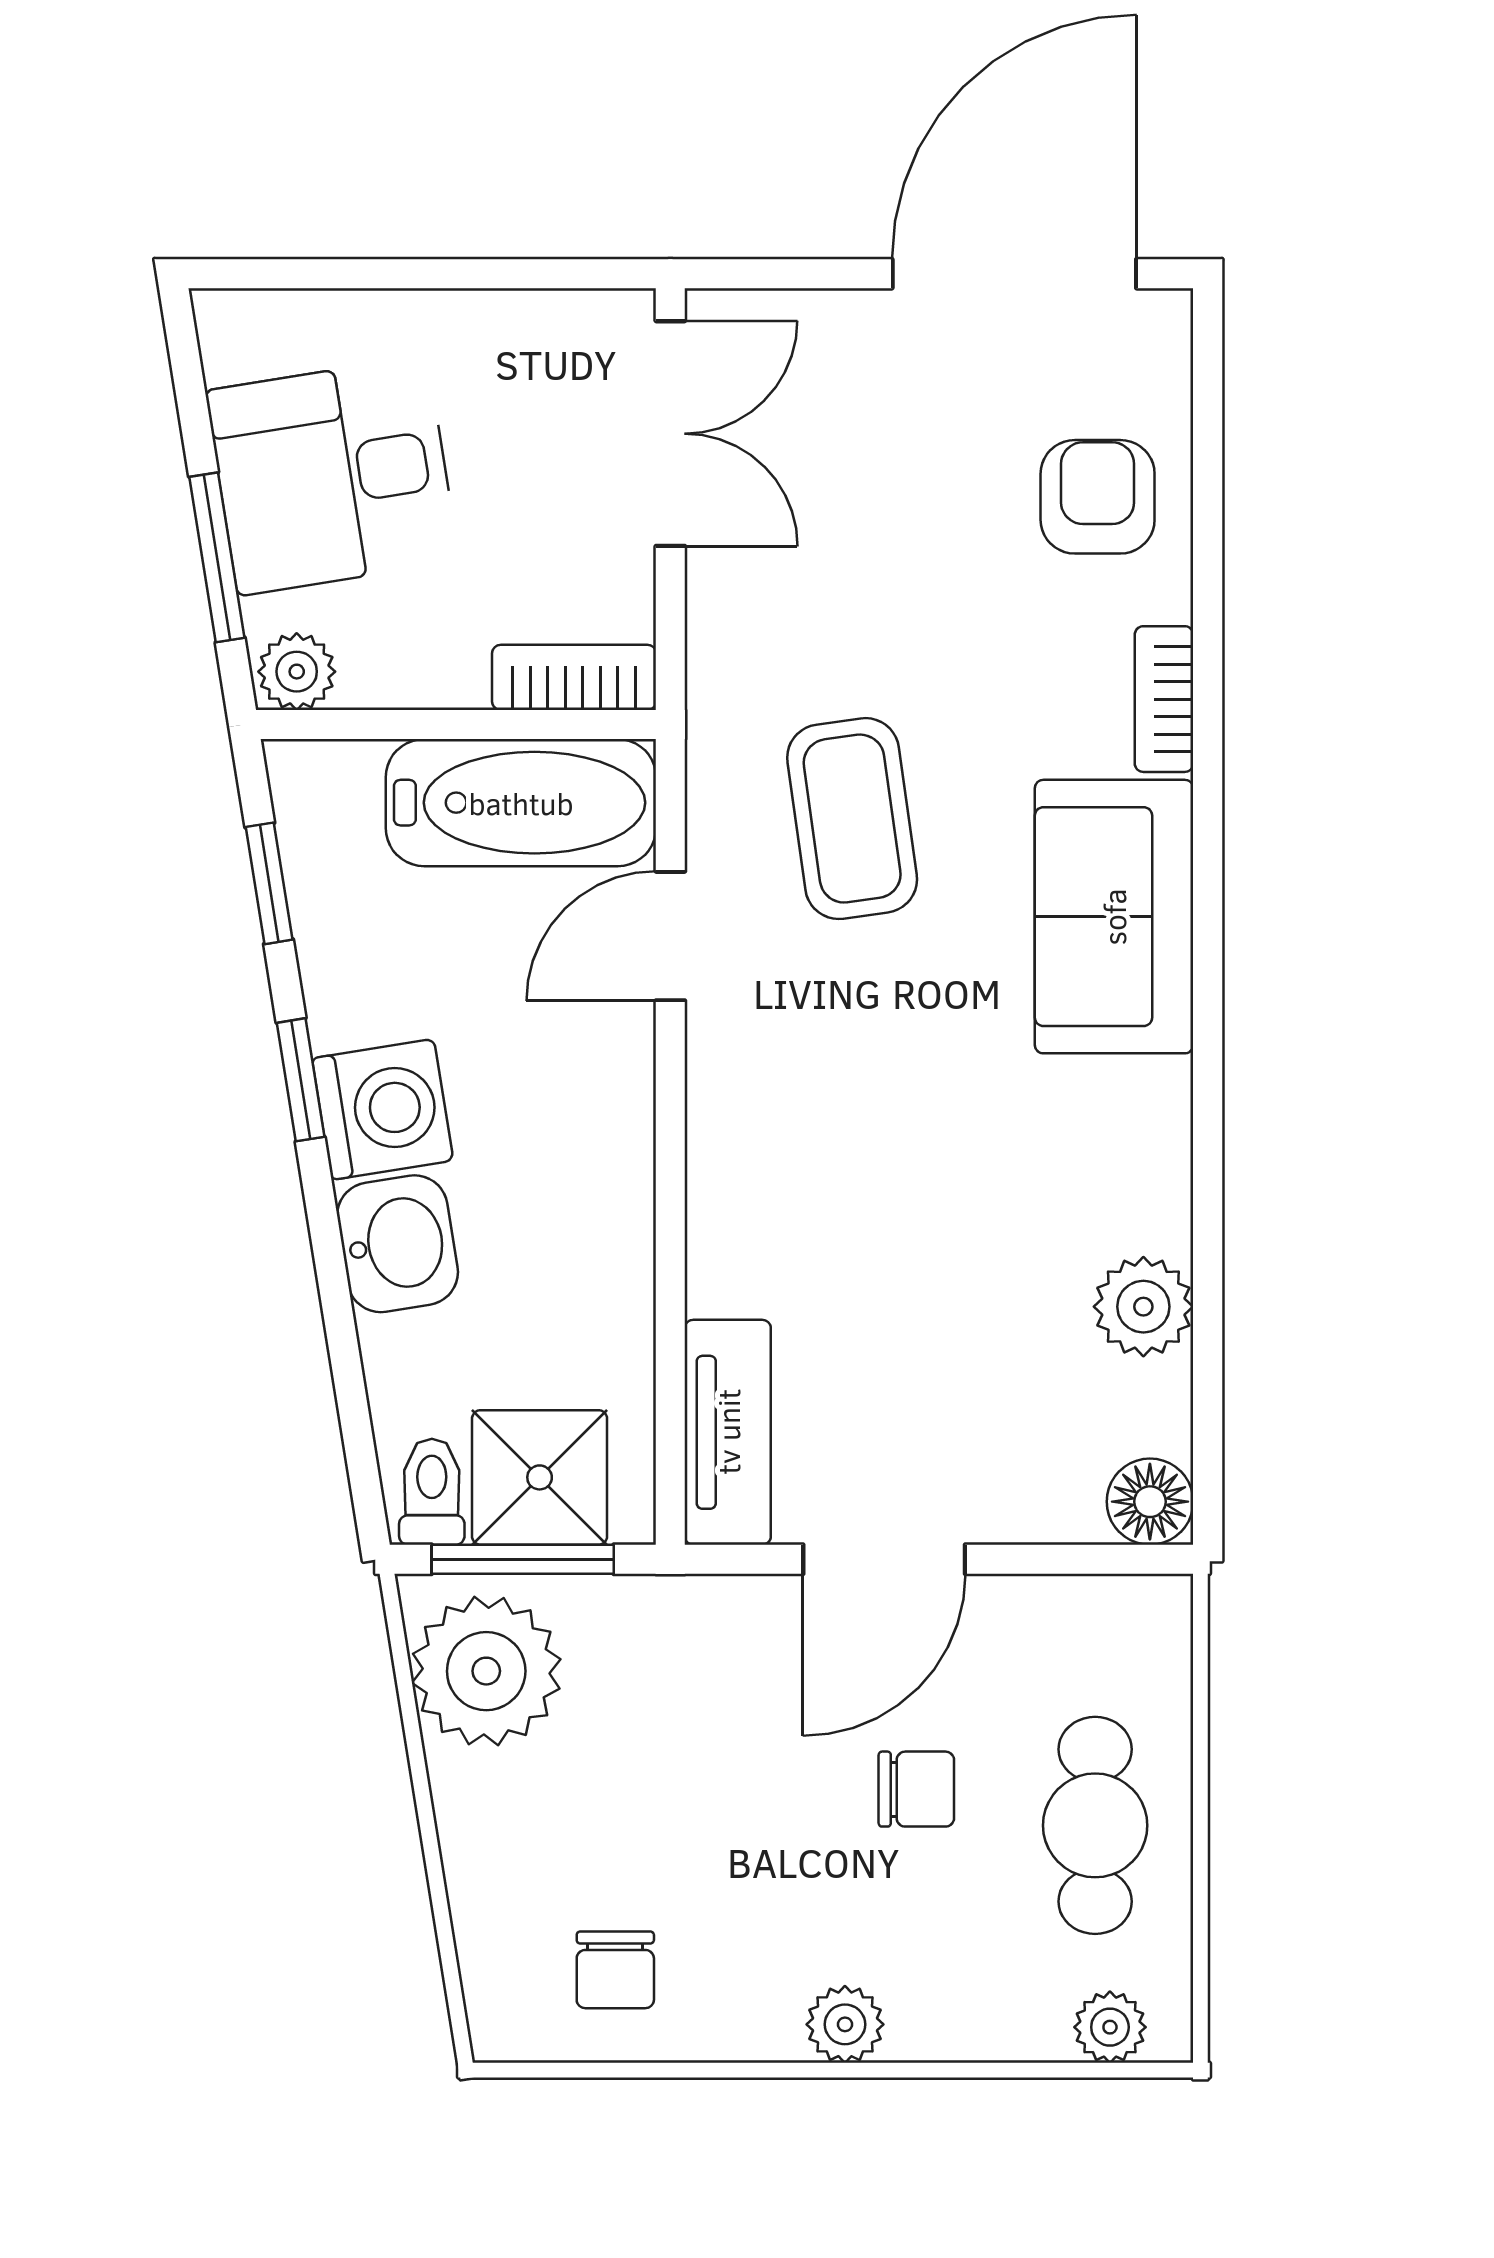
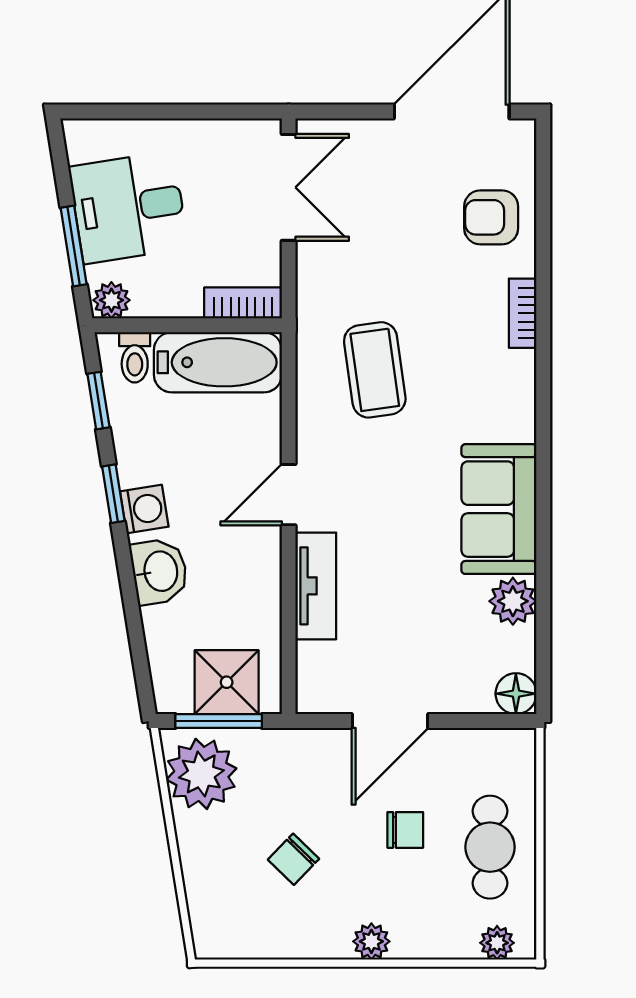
armchair: (1098, 497) -> (491, 217), turned -90
sofa: (1114, 917) -> (499, 509), moved
door: (670, 936) -> (289, 495), moved
washing machine: (383, 1109) -> (144, 509), width x0.73, depth x0.73
tv unit: (728, 1432) -> (316, 586), moved
toilet: (432, 1492) -> (135, 357), moved, turned 180
chair: (615, 1970) -> (293, 859), moved, turned 44

